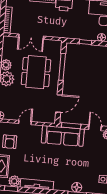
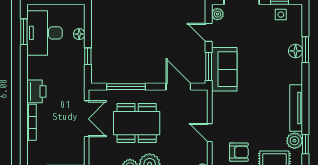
double door: (31, 37) -> (87, 119), moved
door: (95, 128) -> (209, 32), hinge flipped
sofa: (63, 136) -> (224, 69), width x0.73

